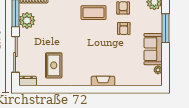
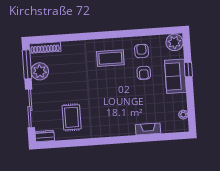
window: (166, 28) -> (188, 69), width x0.46
sofa: (153, 49) -> (175, 76), moved
fireplace: (103, 81) -> (148, 129), moved

